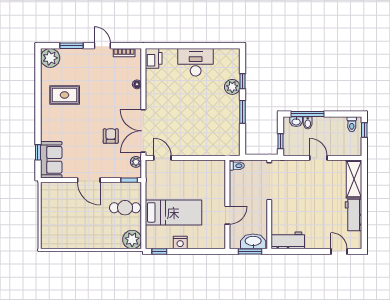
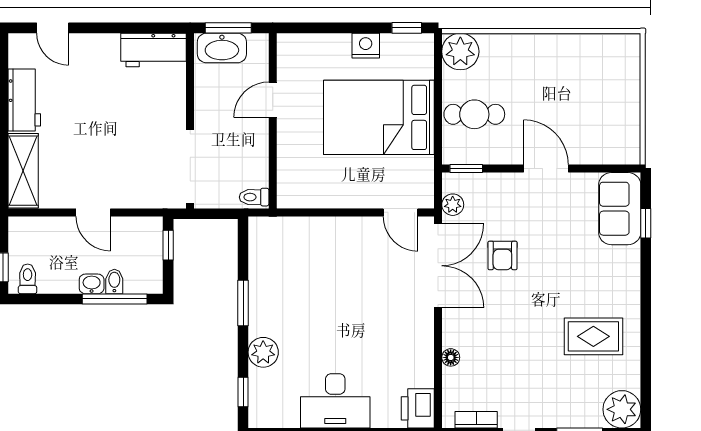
window: (242, 81) -> (243, 392), moved
washbasin: (296, 122) -> (92, 284), moved
bed: (173, 212) -> (379, 117), width x1.50

